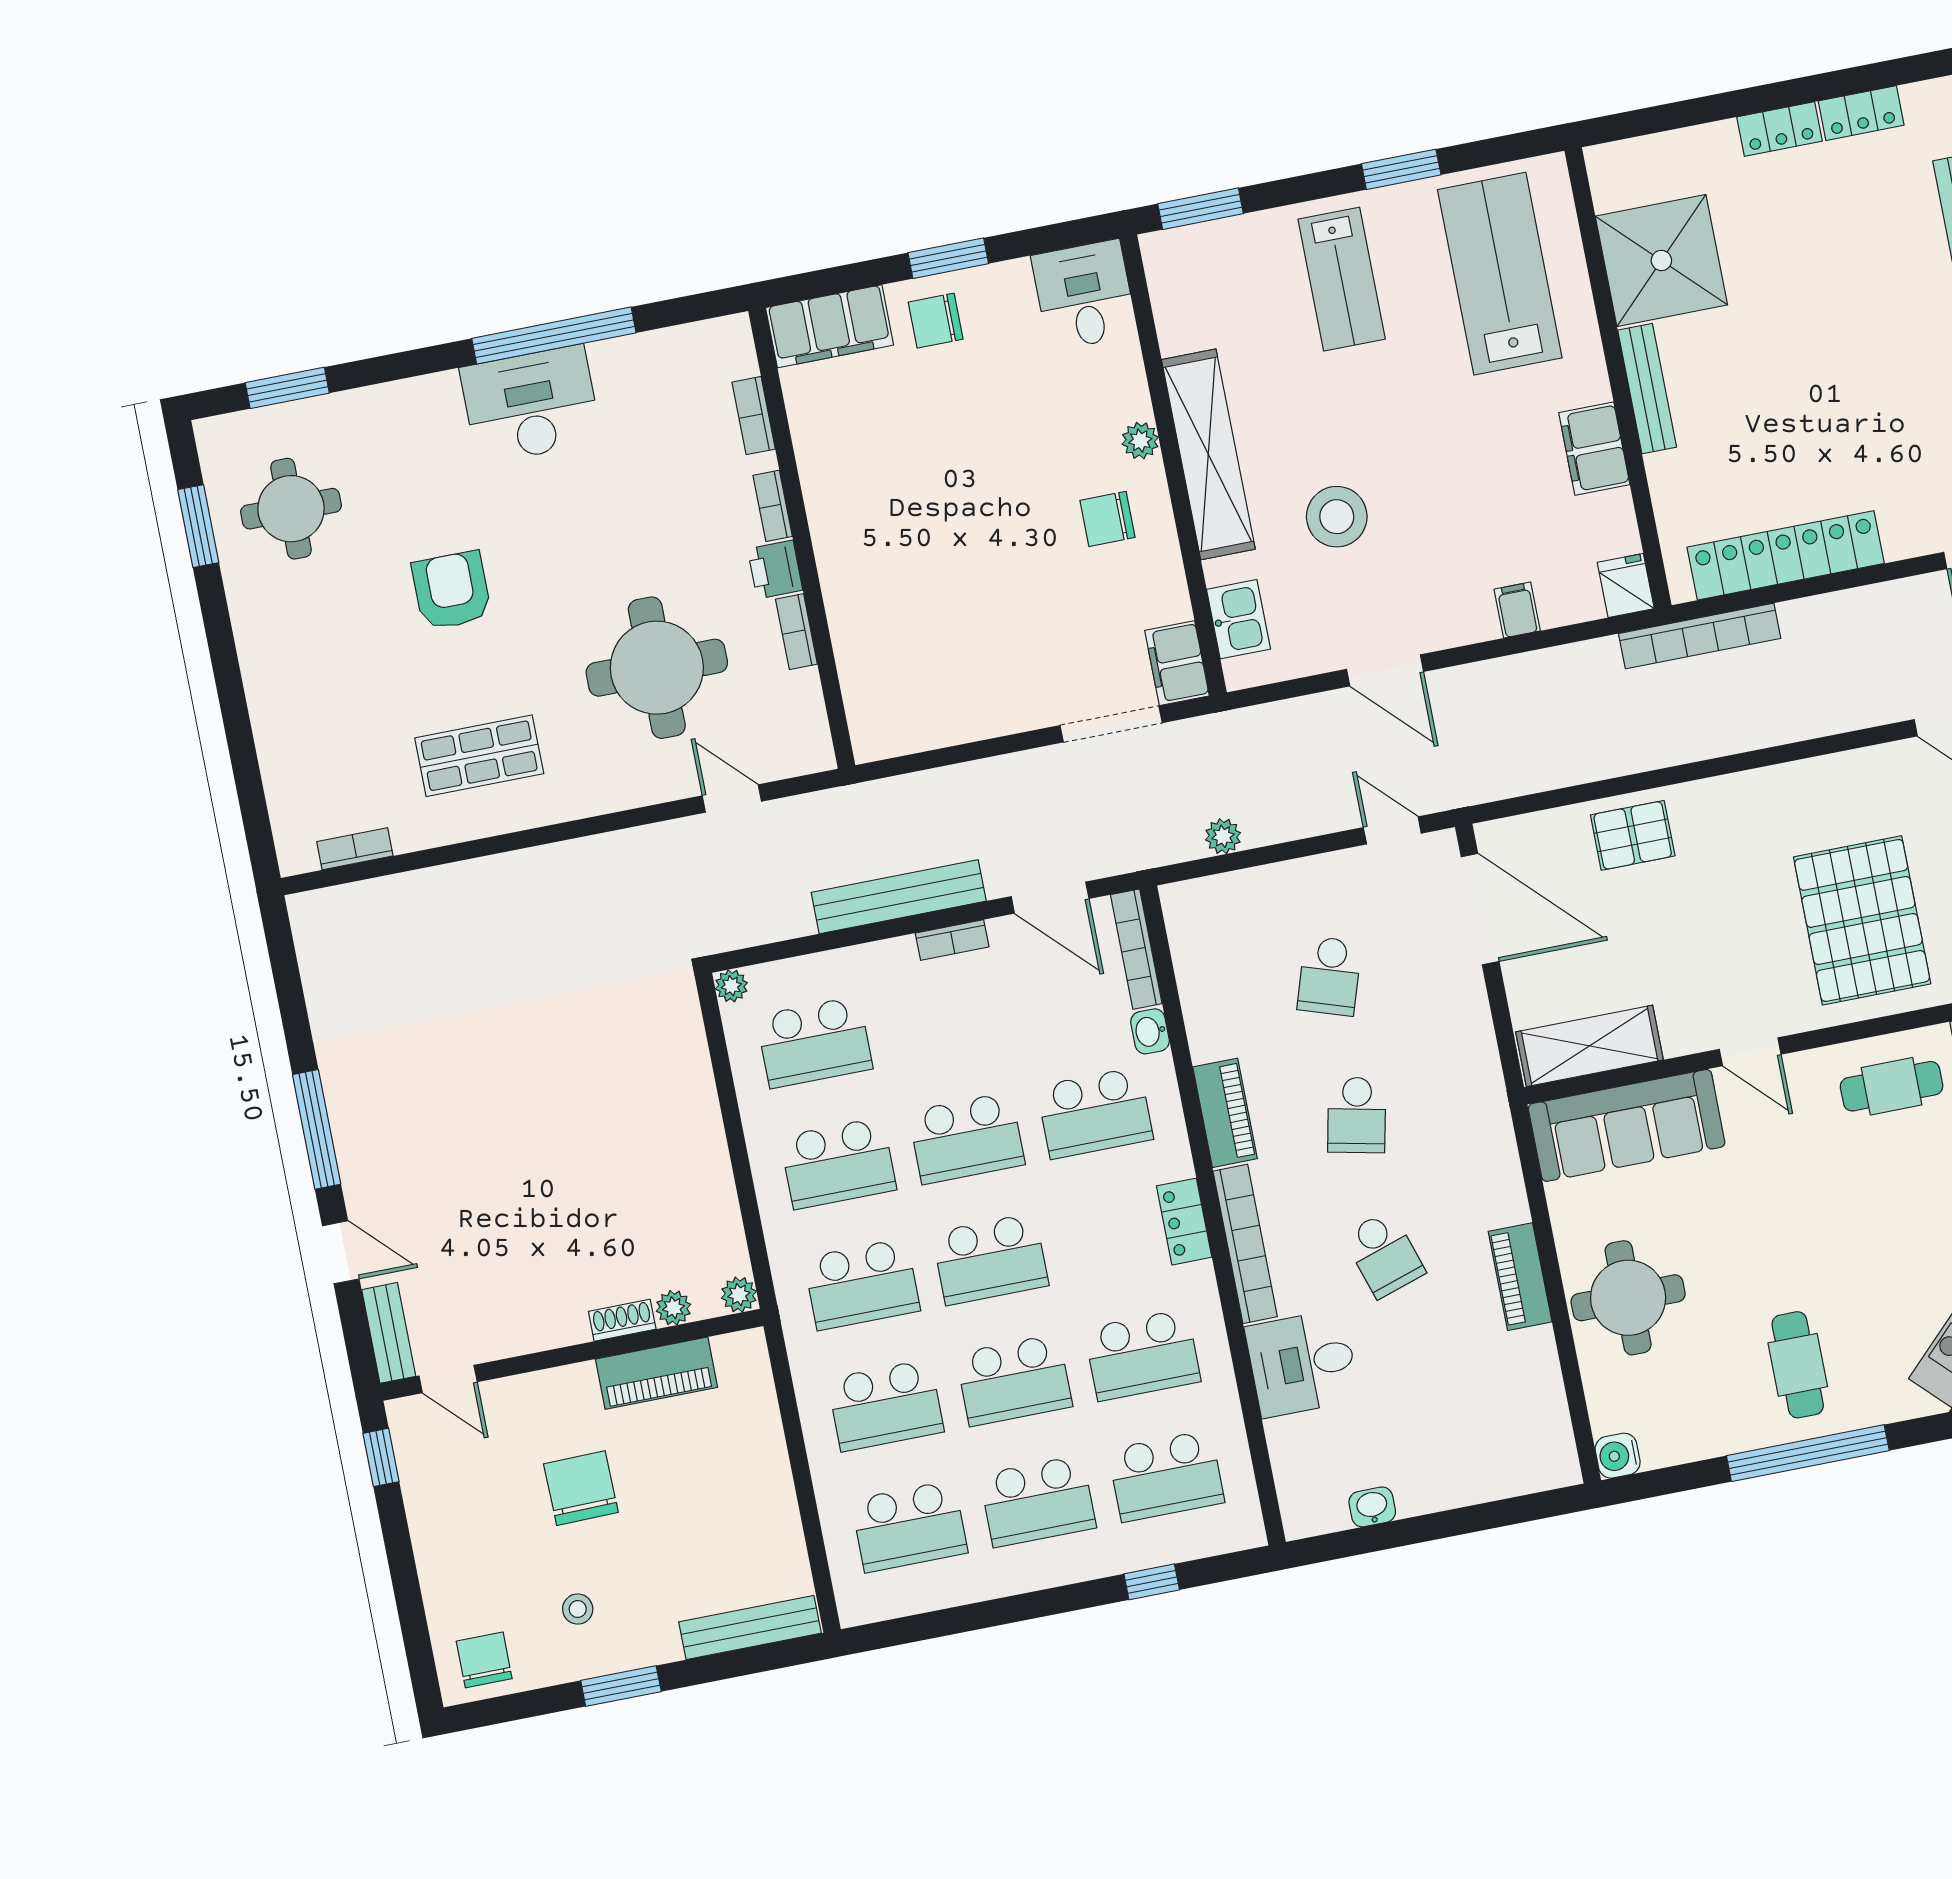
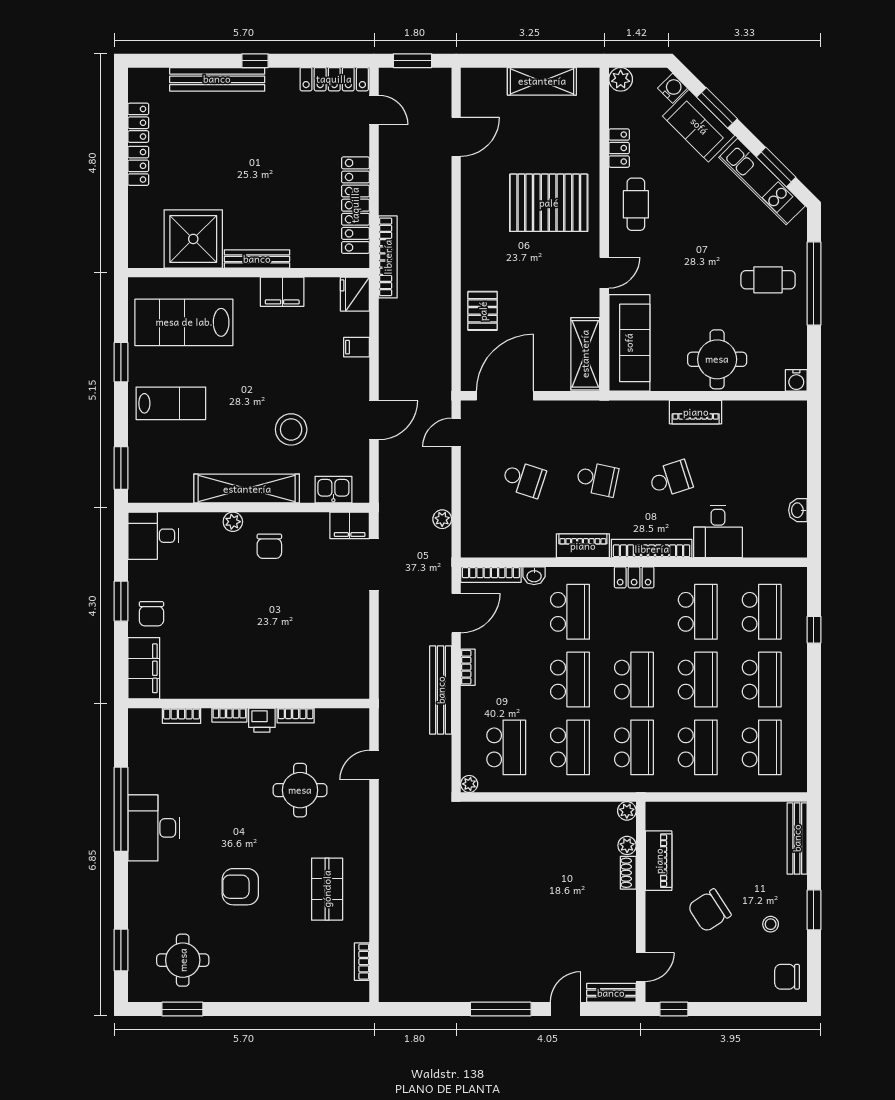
fridge: (1626, 586) -> (355, 294), width x1.38
round table: (657, 668) -> (300, 790), width x0.73, depth x0.73
chair: (581, 1488) -> (709, 910), turned -32

